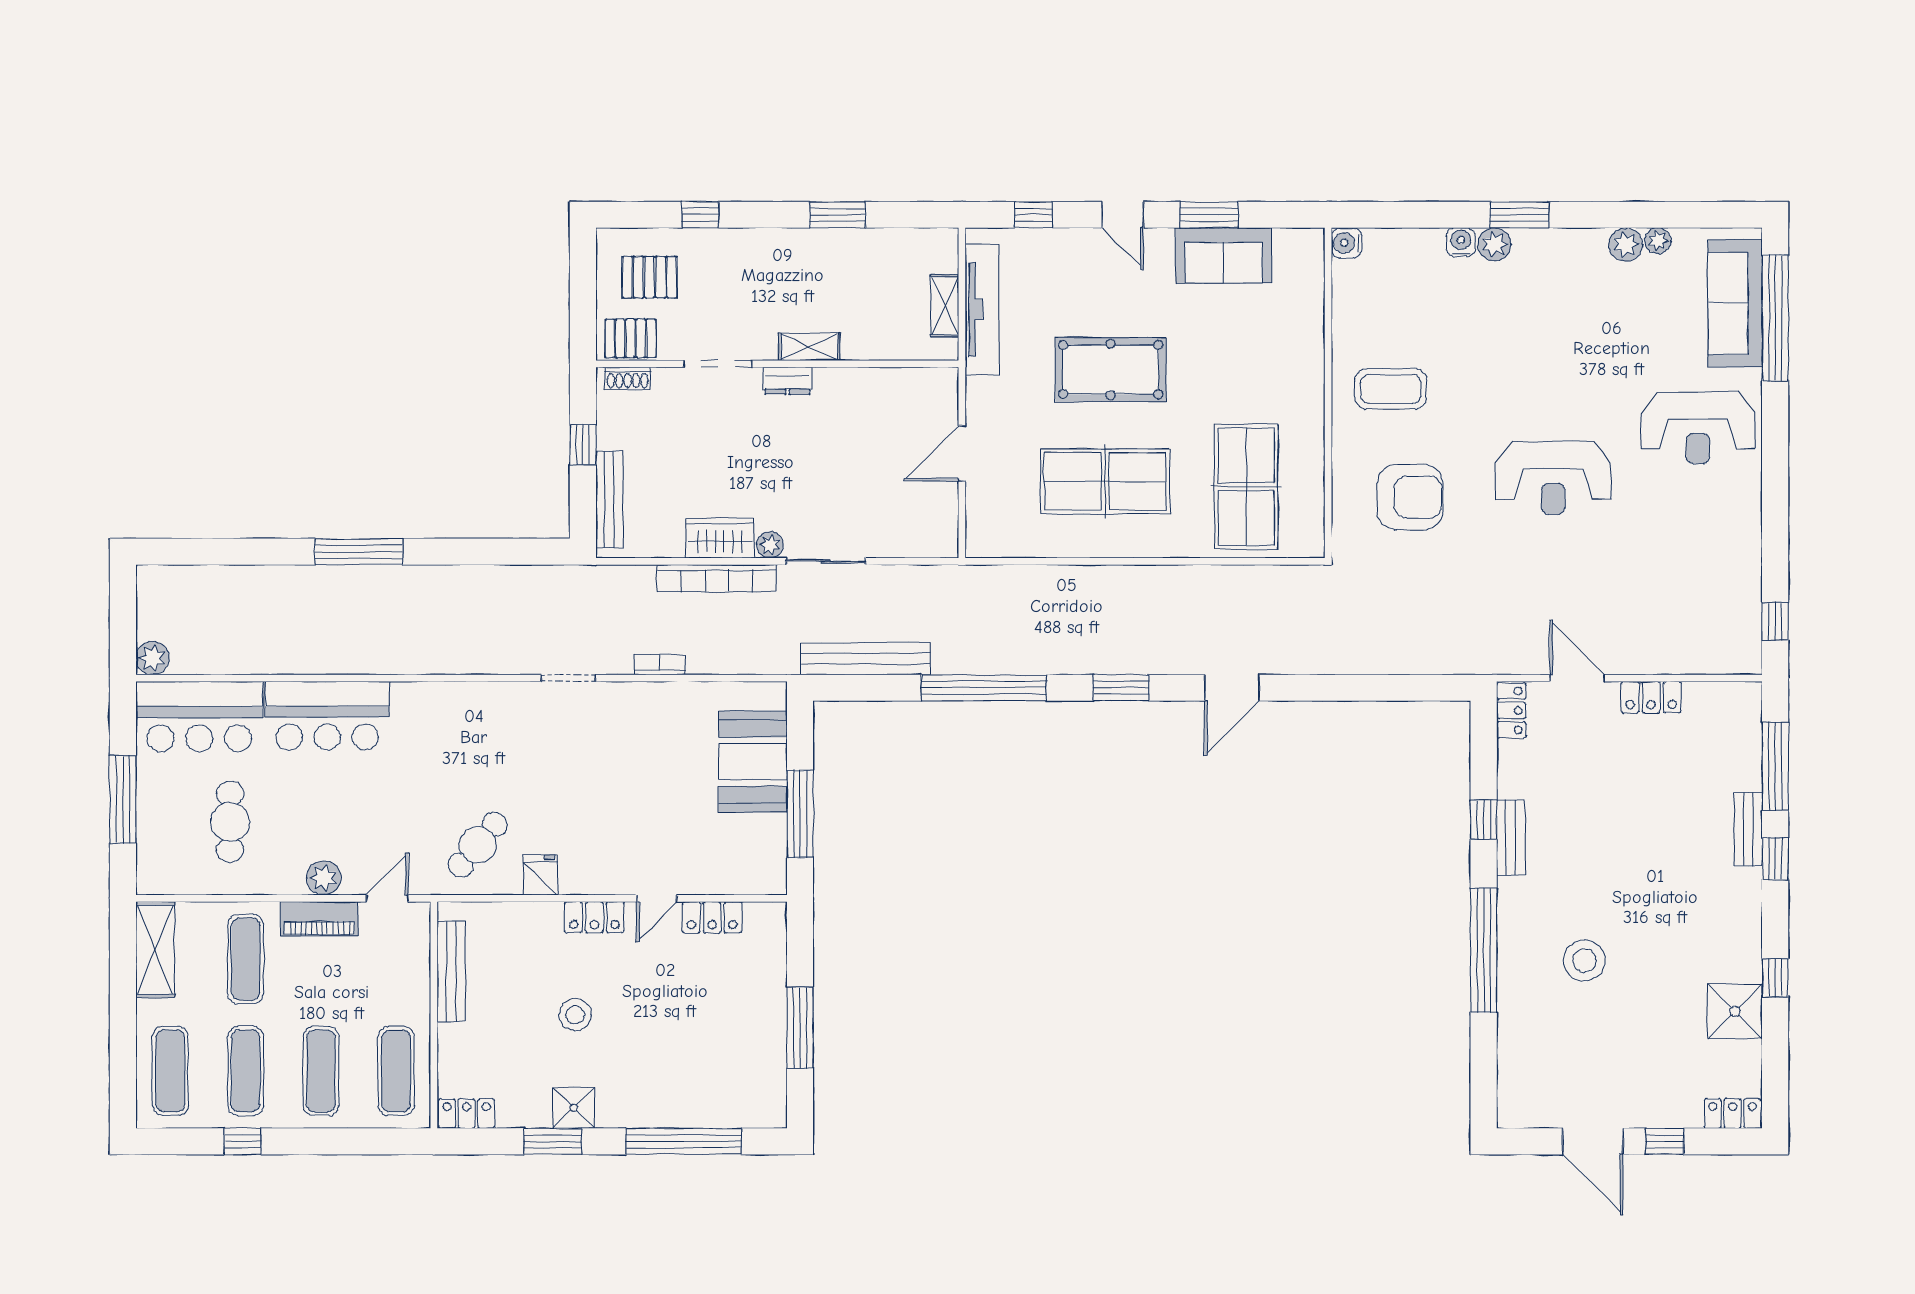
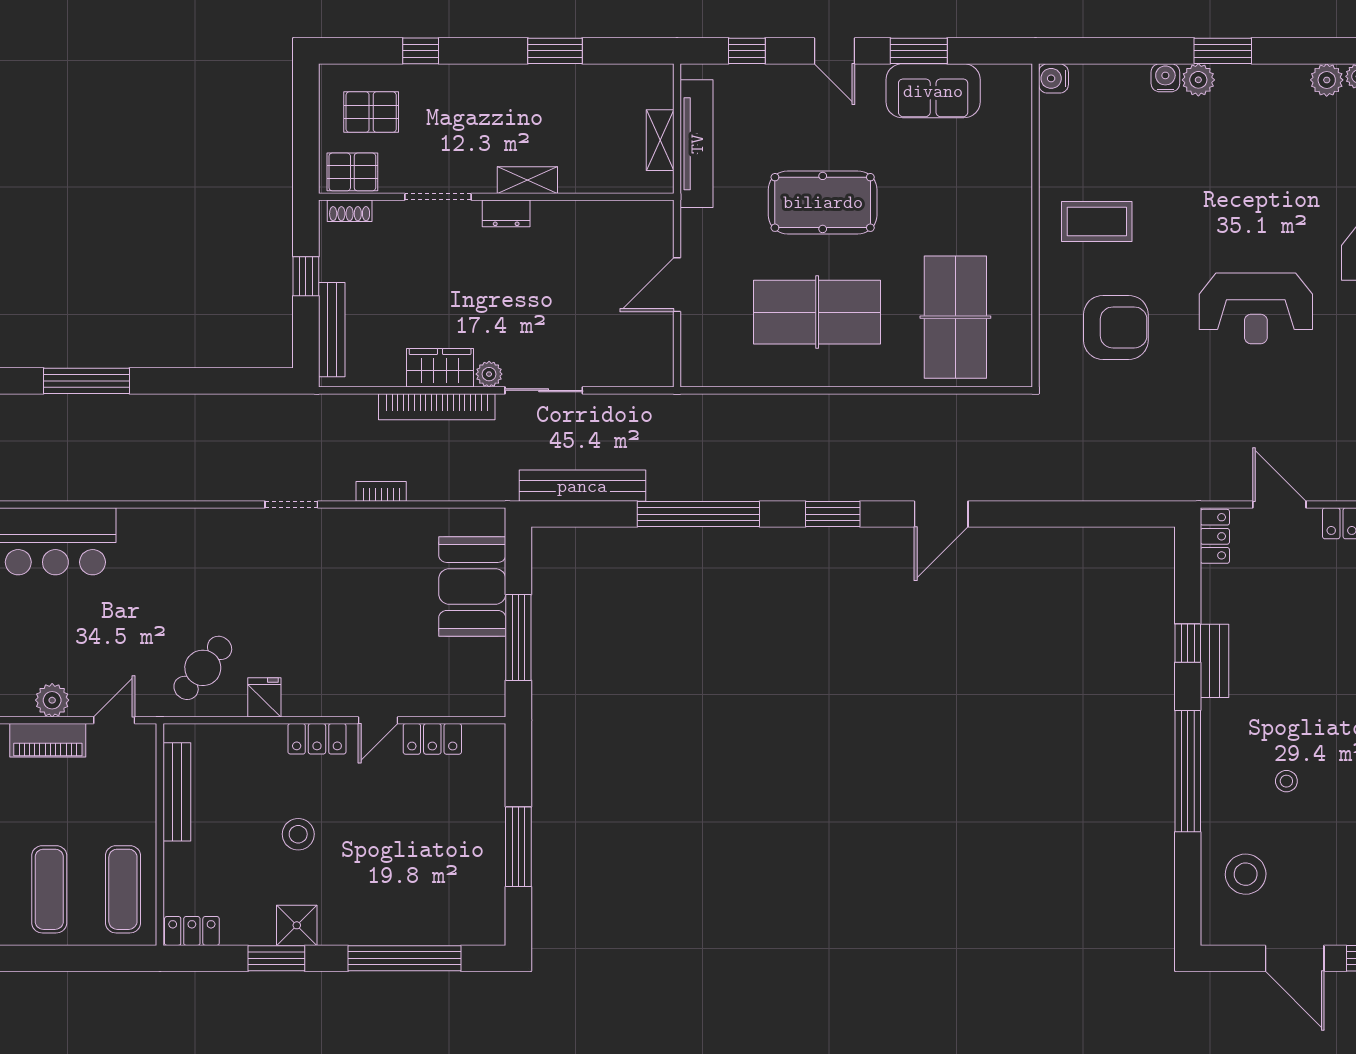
stool: (1584, 961) -> (1286, 781), width x0.53, depth x0.53
stool: (1543, 1055) -> (1246, 874), added

